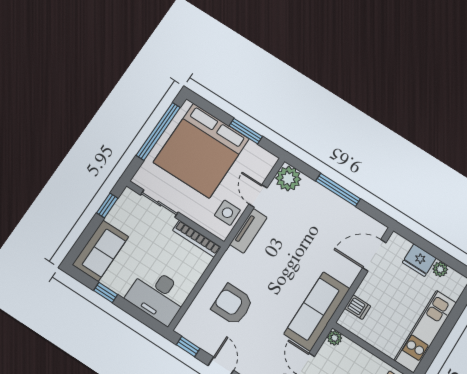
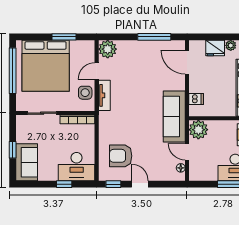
window: (338, 190) -> (154, 37), moved
door: (258, 196) -> (97, 71), hinge flipped
window: (107, 205) -> (13, 150), moved
door: (374, 255) -> (187, 62), hinge flipped
window: (106, 293) -> (64, 184), moved
armchair: (232, 305) -> (121, 156), moved
plant: (335, 338) -> (198, 130), width x1.88, depth x1.88

